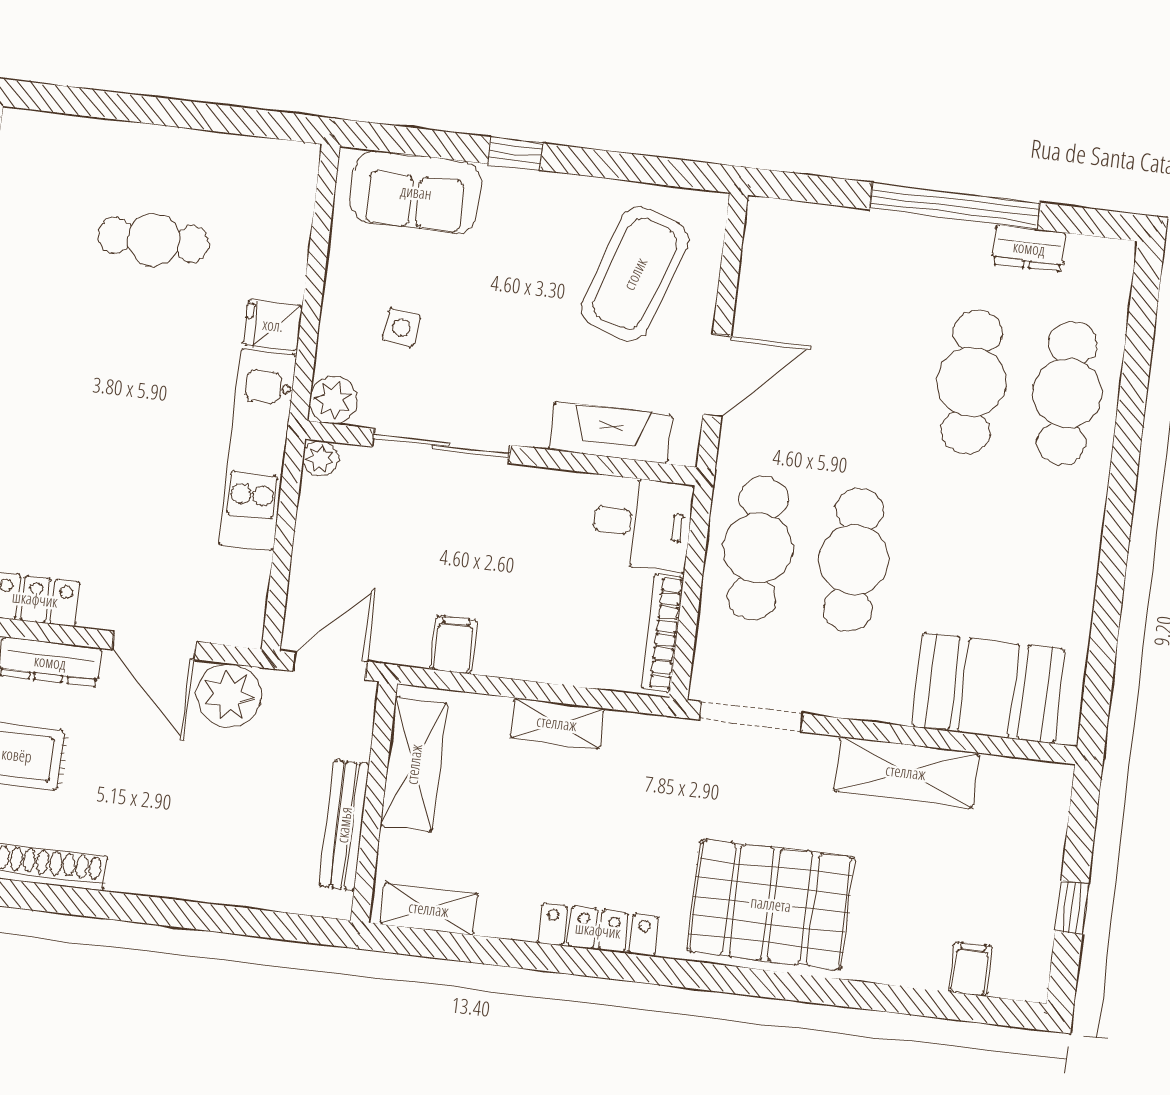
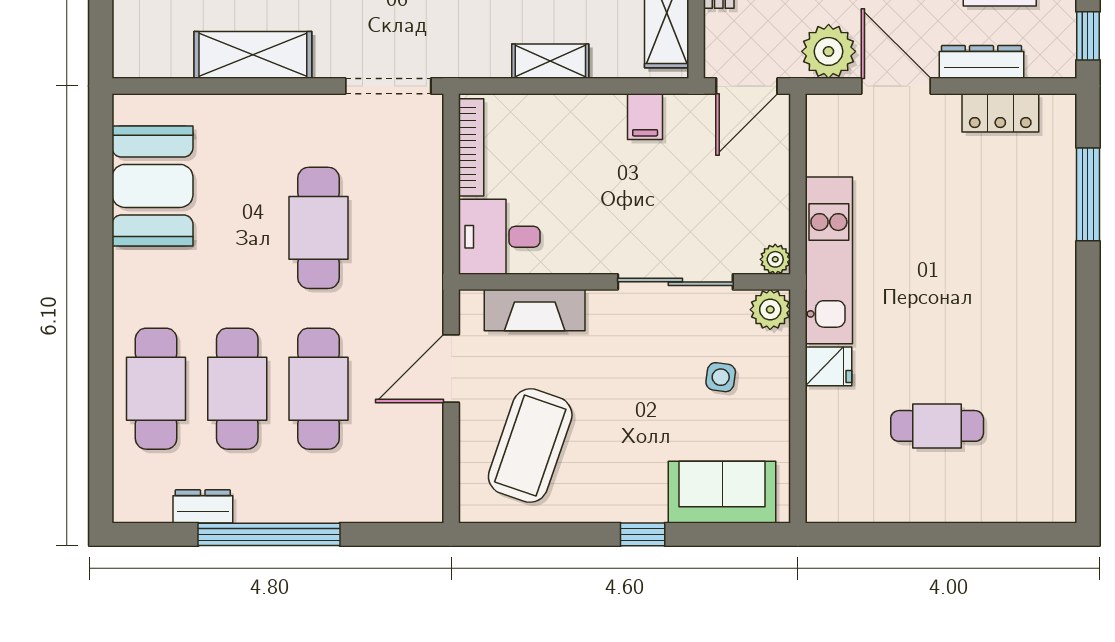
cafe table: (758, 548) -> (318, 389), moved
booth: (989, 688) -> (152, 186), moved, turned 90

